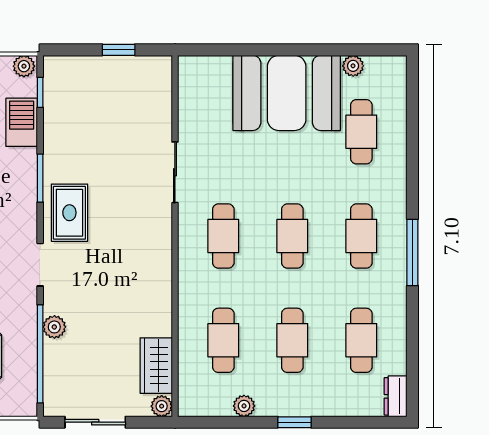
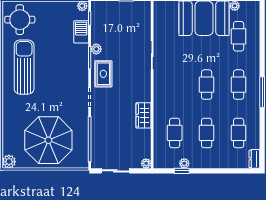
cafe table: (223, 236) -> (175, 85), removed
plant: (54, 327) -> (96, 49), moved
wardrobe: (156, 366) -> (144, 115), moved
window: (294, 422) -> (182, 171), moved

